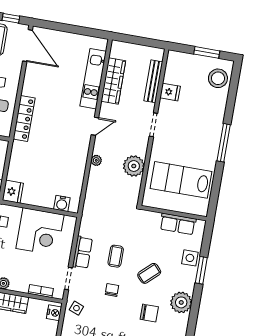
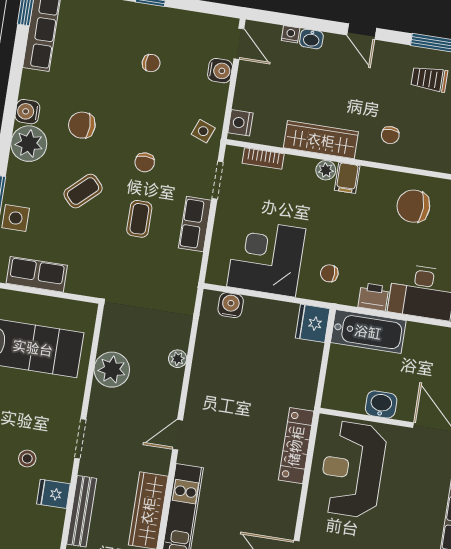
stool: (185, 114) -> (27, 458), added
plant: (96, 160) -> (178, 359), moved
water cooler: (182, 322) -> (27, 112), added

